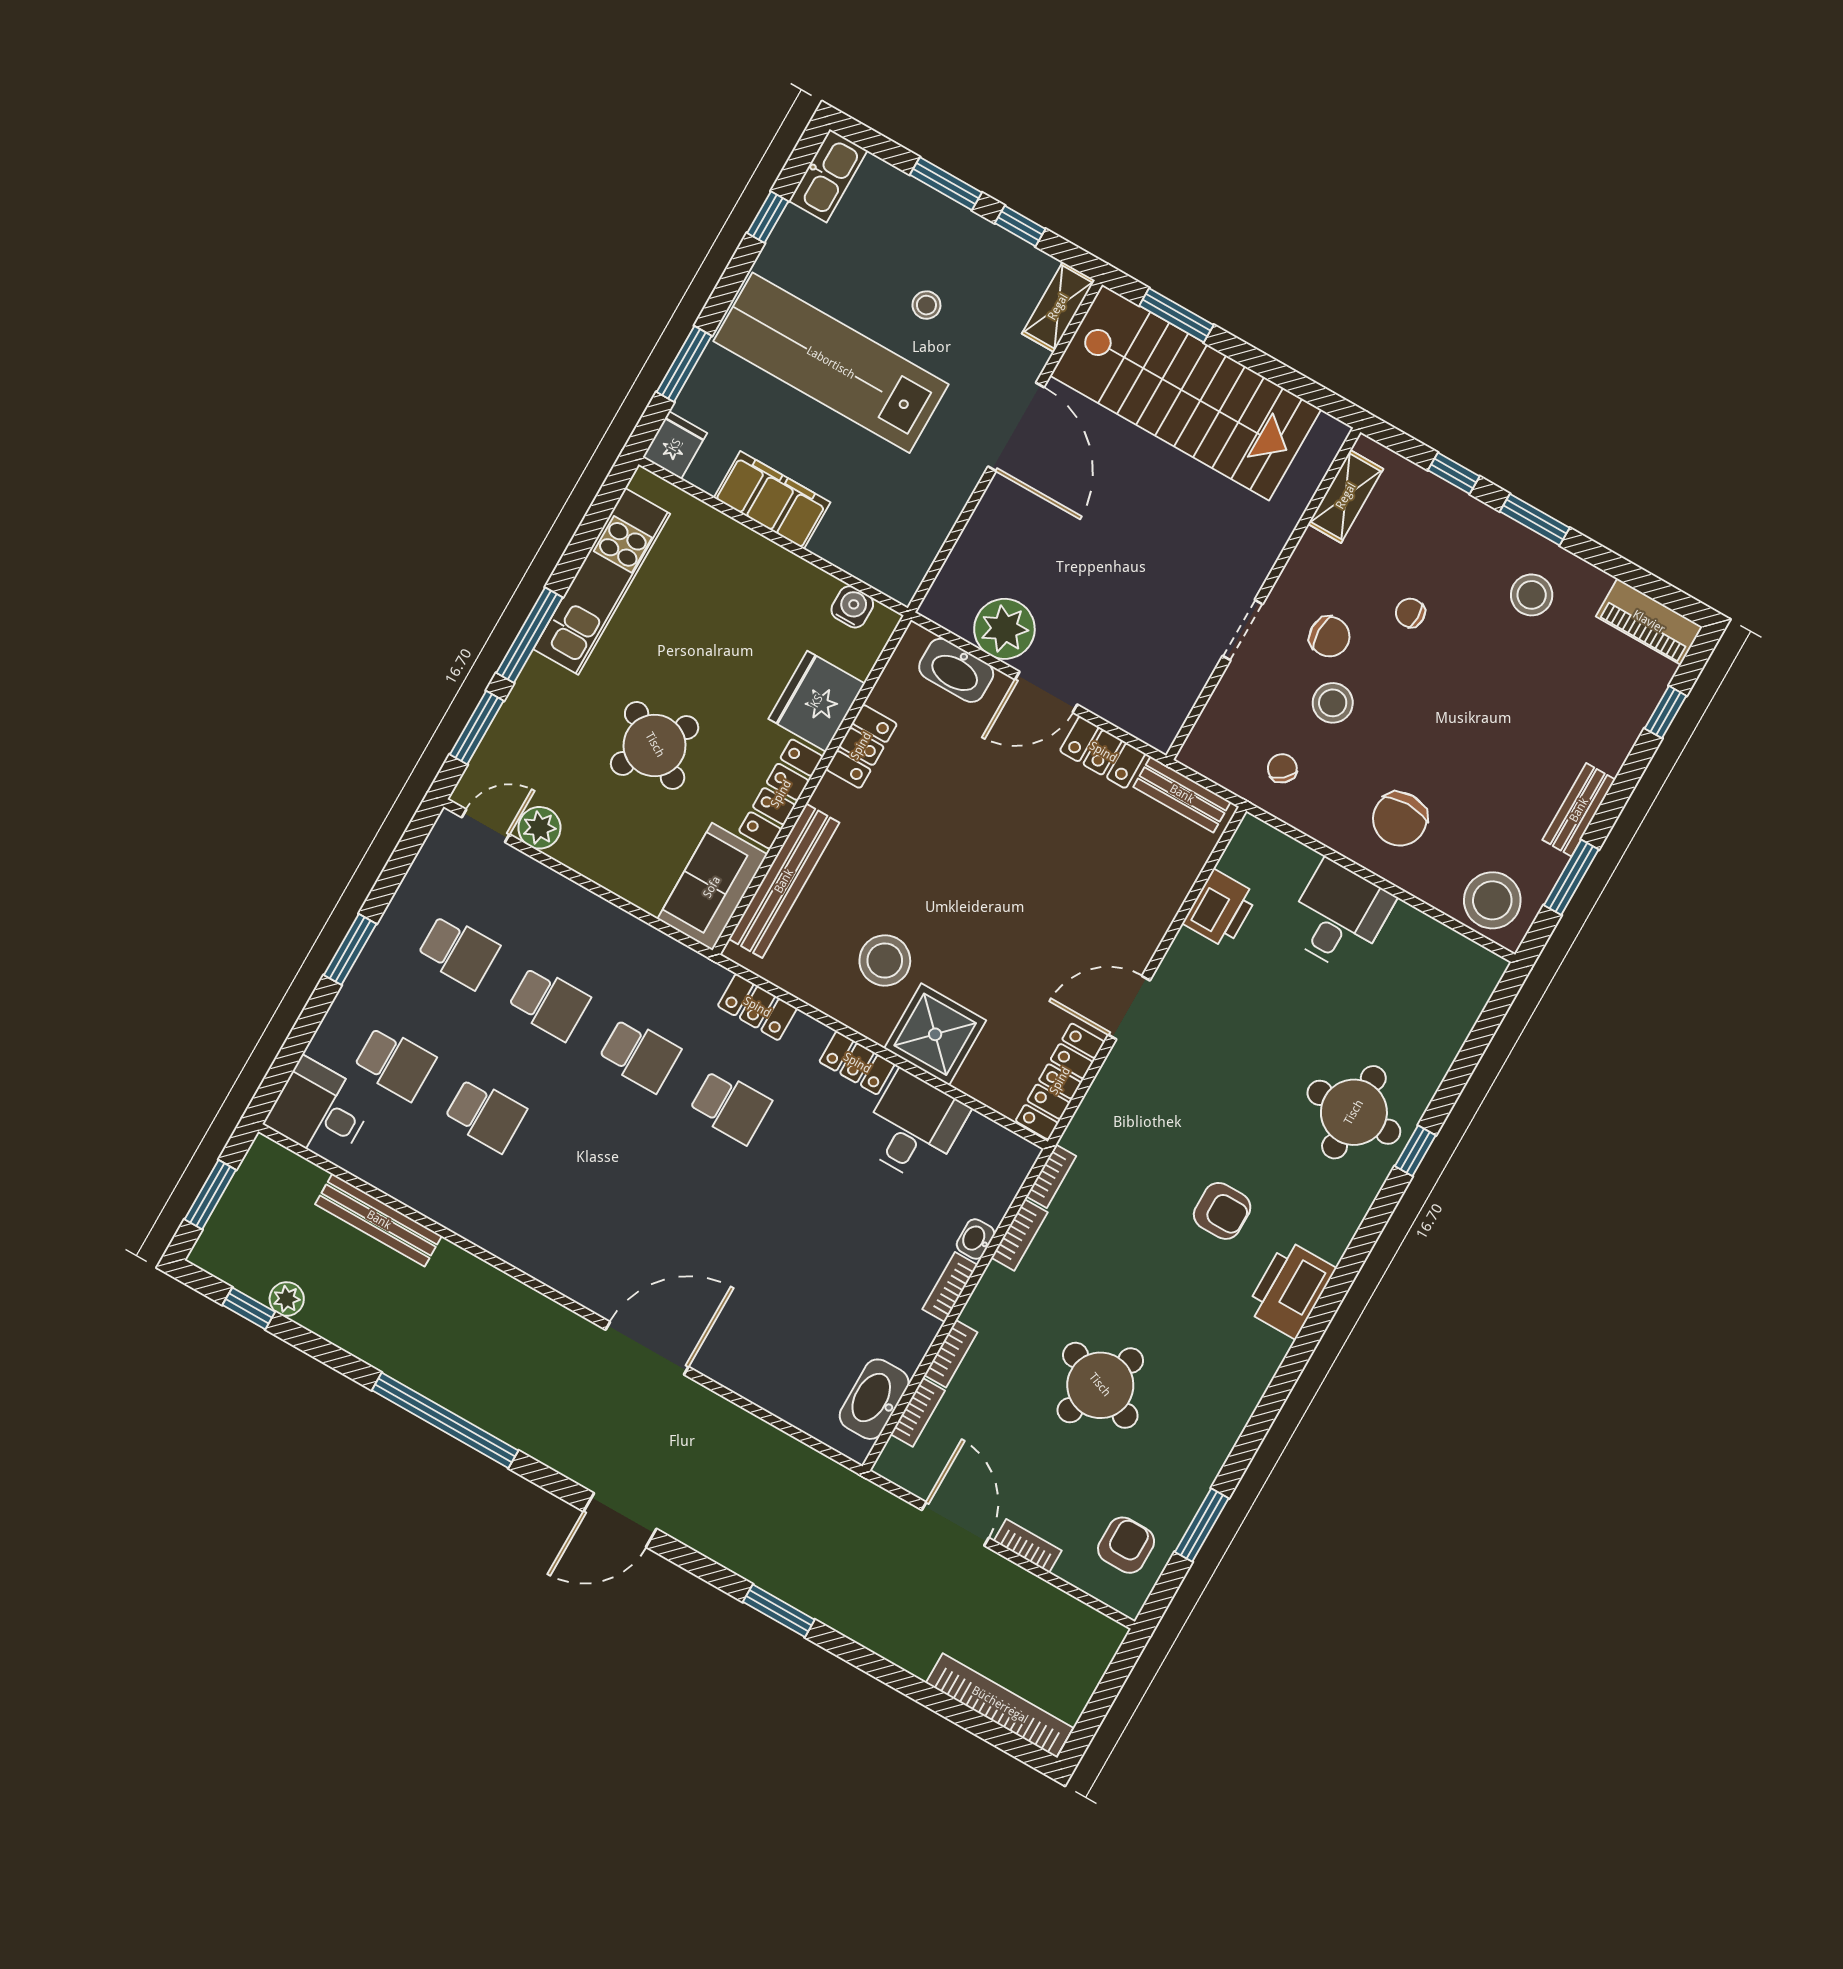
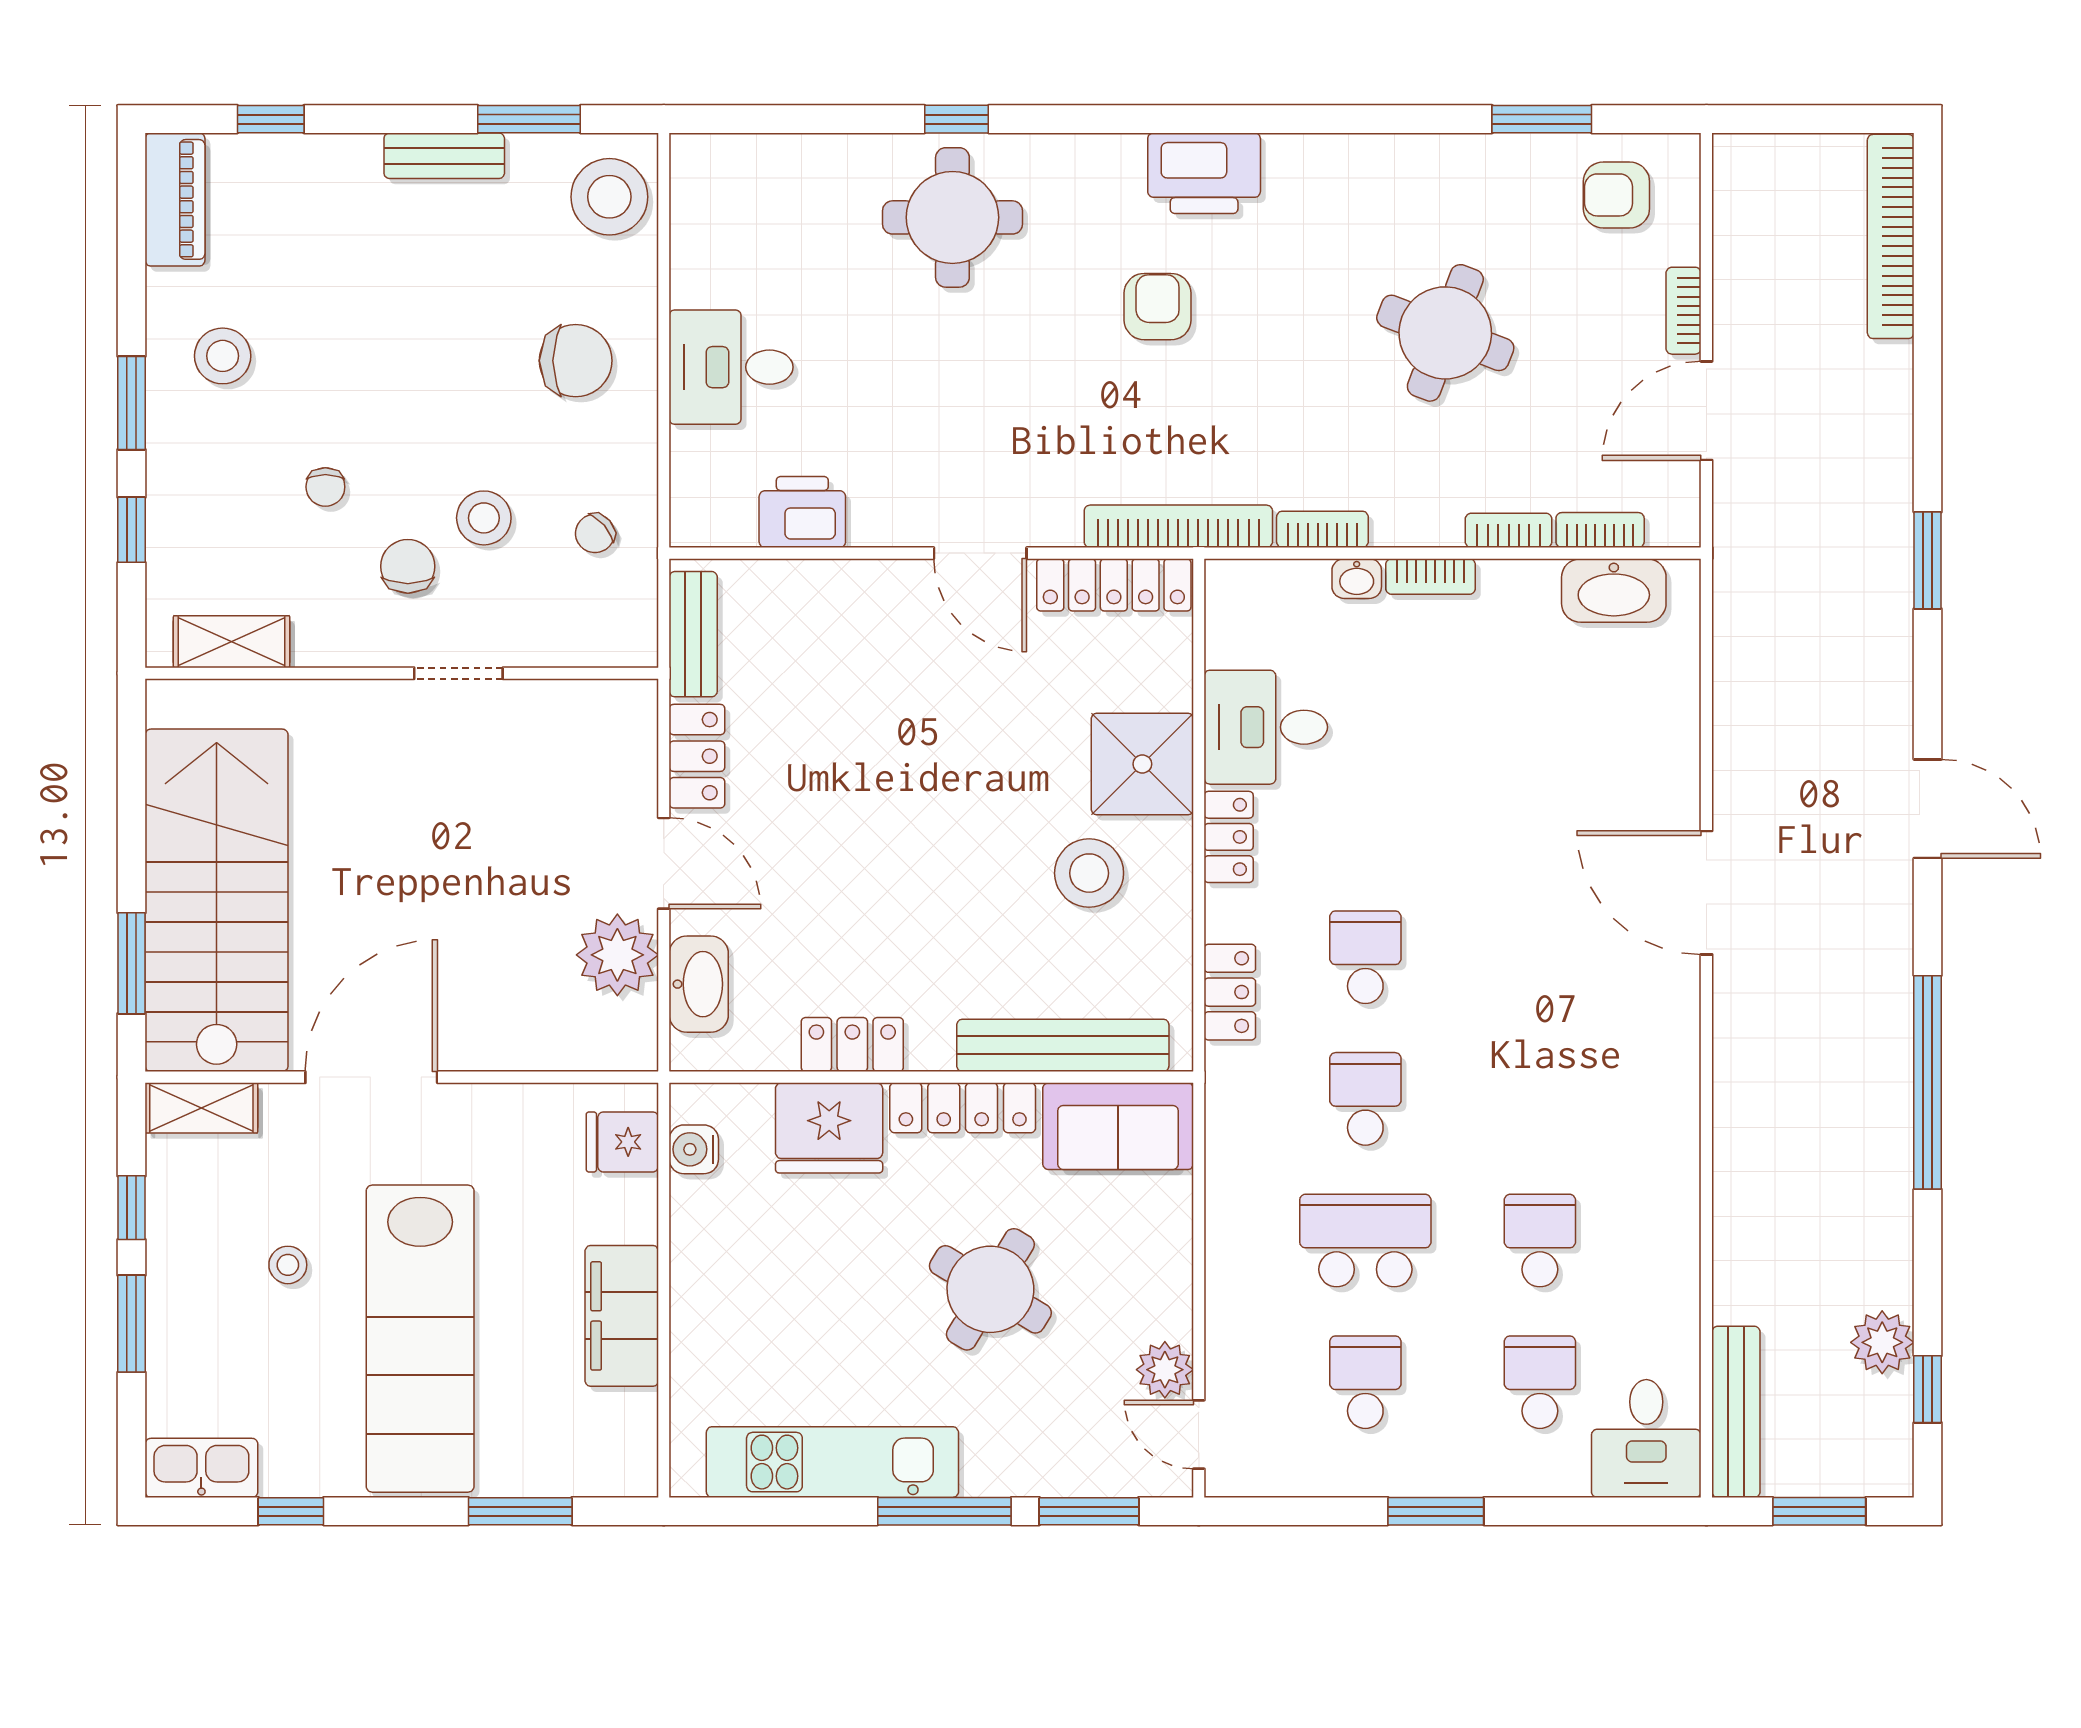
fridge: (675, 445) -> (622, 1142), moved
school desk: (549, 1003) -> (1365, 1241), width x1.85
bookcase: (1051, 1176) -> (1178, 526), width x2.31, depth x1.31
bench: (379, 1220) -> (1736, 1412), moved
plant: (287, 1299) -> (1882, 1342), width x1.38, depth x1.38

